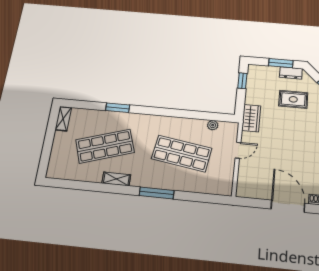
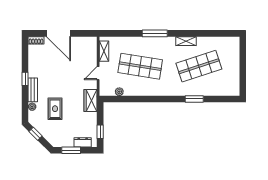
dresser: (291, 73) -> (83, 142), moved
rug: (293, 99) -> (55, 109), moved, turned 90
shelving: (63, 119) -> (104, 51), moved

